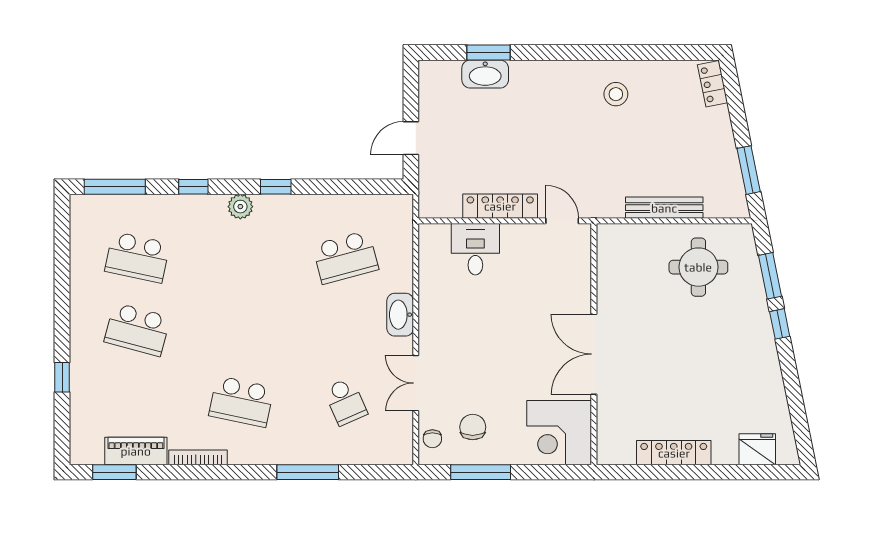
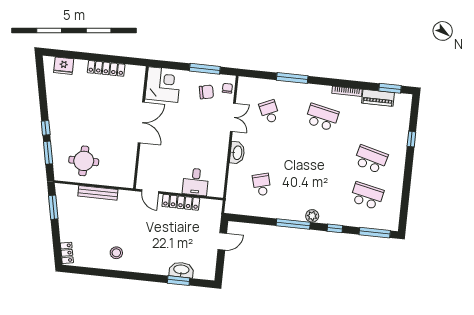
window: (276, 187) -> (293, 224), width x2.17
school desk: (345, 257) -> (262, 185), width x0.54
chair: (473, 427) -> (206, 92), turned -102

